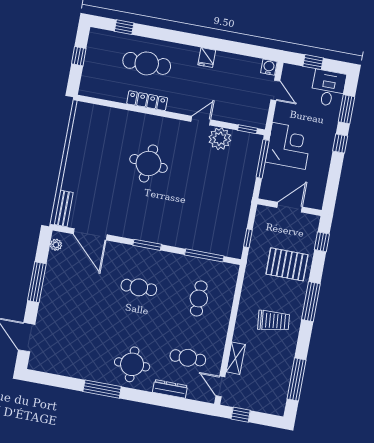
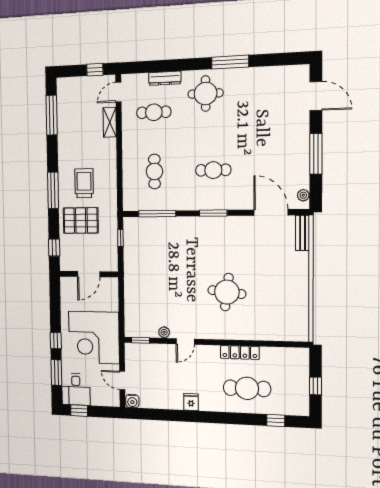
window: (313, 62) -> (79, 411), moved
plant: (220, 139) -> (164, 332), width x0.53, depth x0.53
corner desk: (289, 146) -> (94, 337), width x1.36, depth x1.36
window: (263, 159) -> (121, 315), removed
trolley: (274, 321) -> (84, 183), moved, turned 96
door: (220, 386) -> (118, 92), swing flipped

